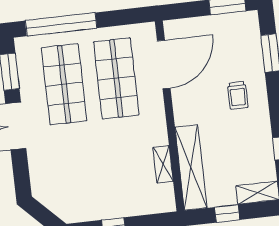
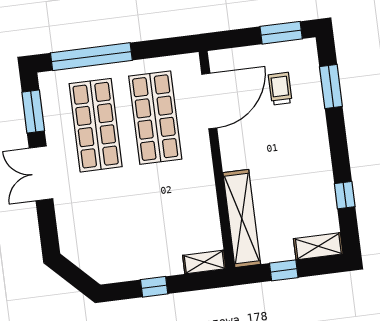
trolley: (238, 95) -> (280, 89), moved, turned 180
shelving: (163, 164) -> (204, 262), moved, turned 90

